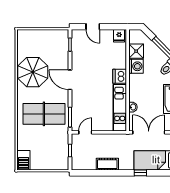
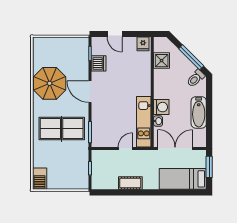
washing machine: (136, 66) -> (161, 107), moved
dishwasher: (120, 76) -> (99, 63), moved, turned 180
door: (85, 132) -> (125, 148), moved
window: (140, 173) -> (166, 192), removed

